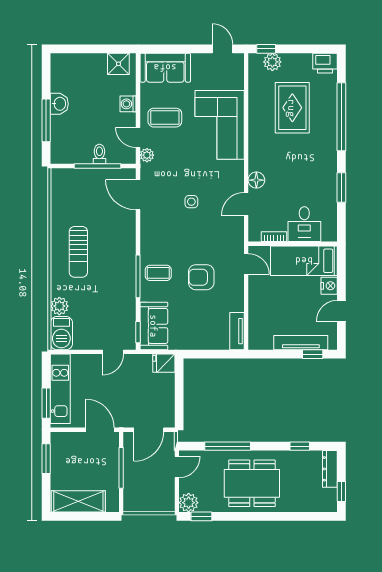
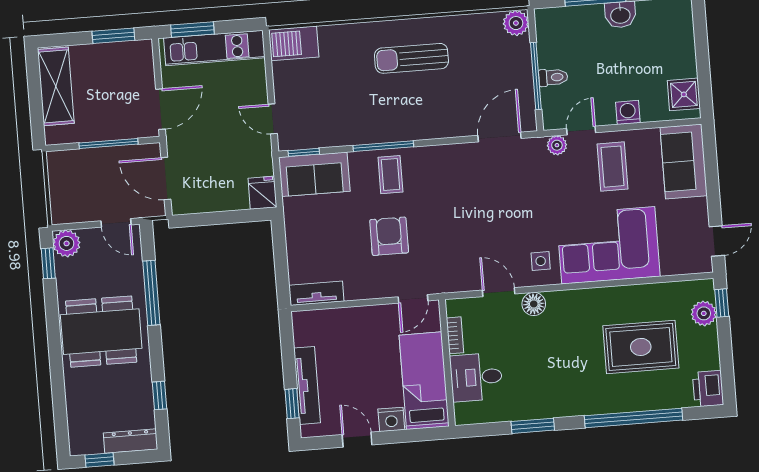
side table: (191, 202) -> (541, 261), moved
plant: (59, 306) -> (516, 23), moved
dining table: (252, 483) -> (101, 332), turned 90

